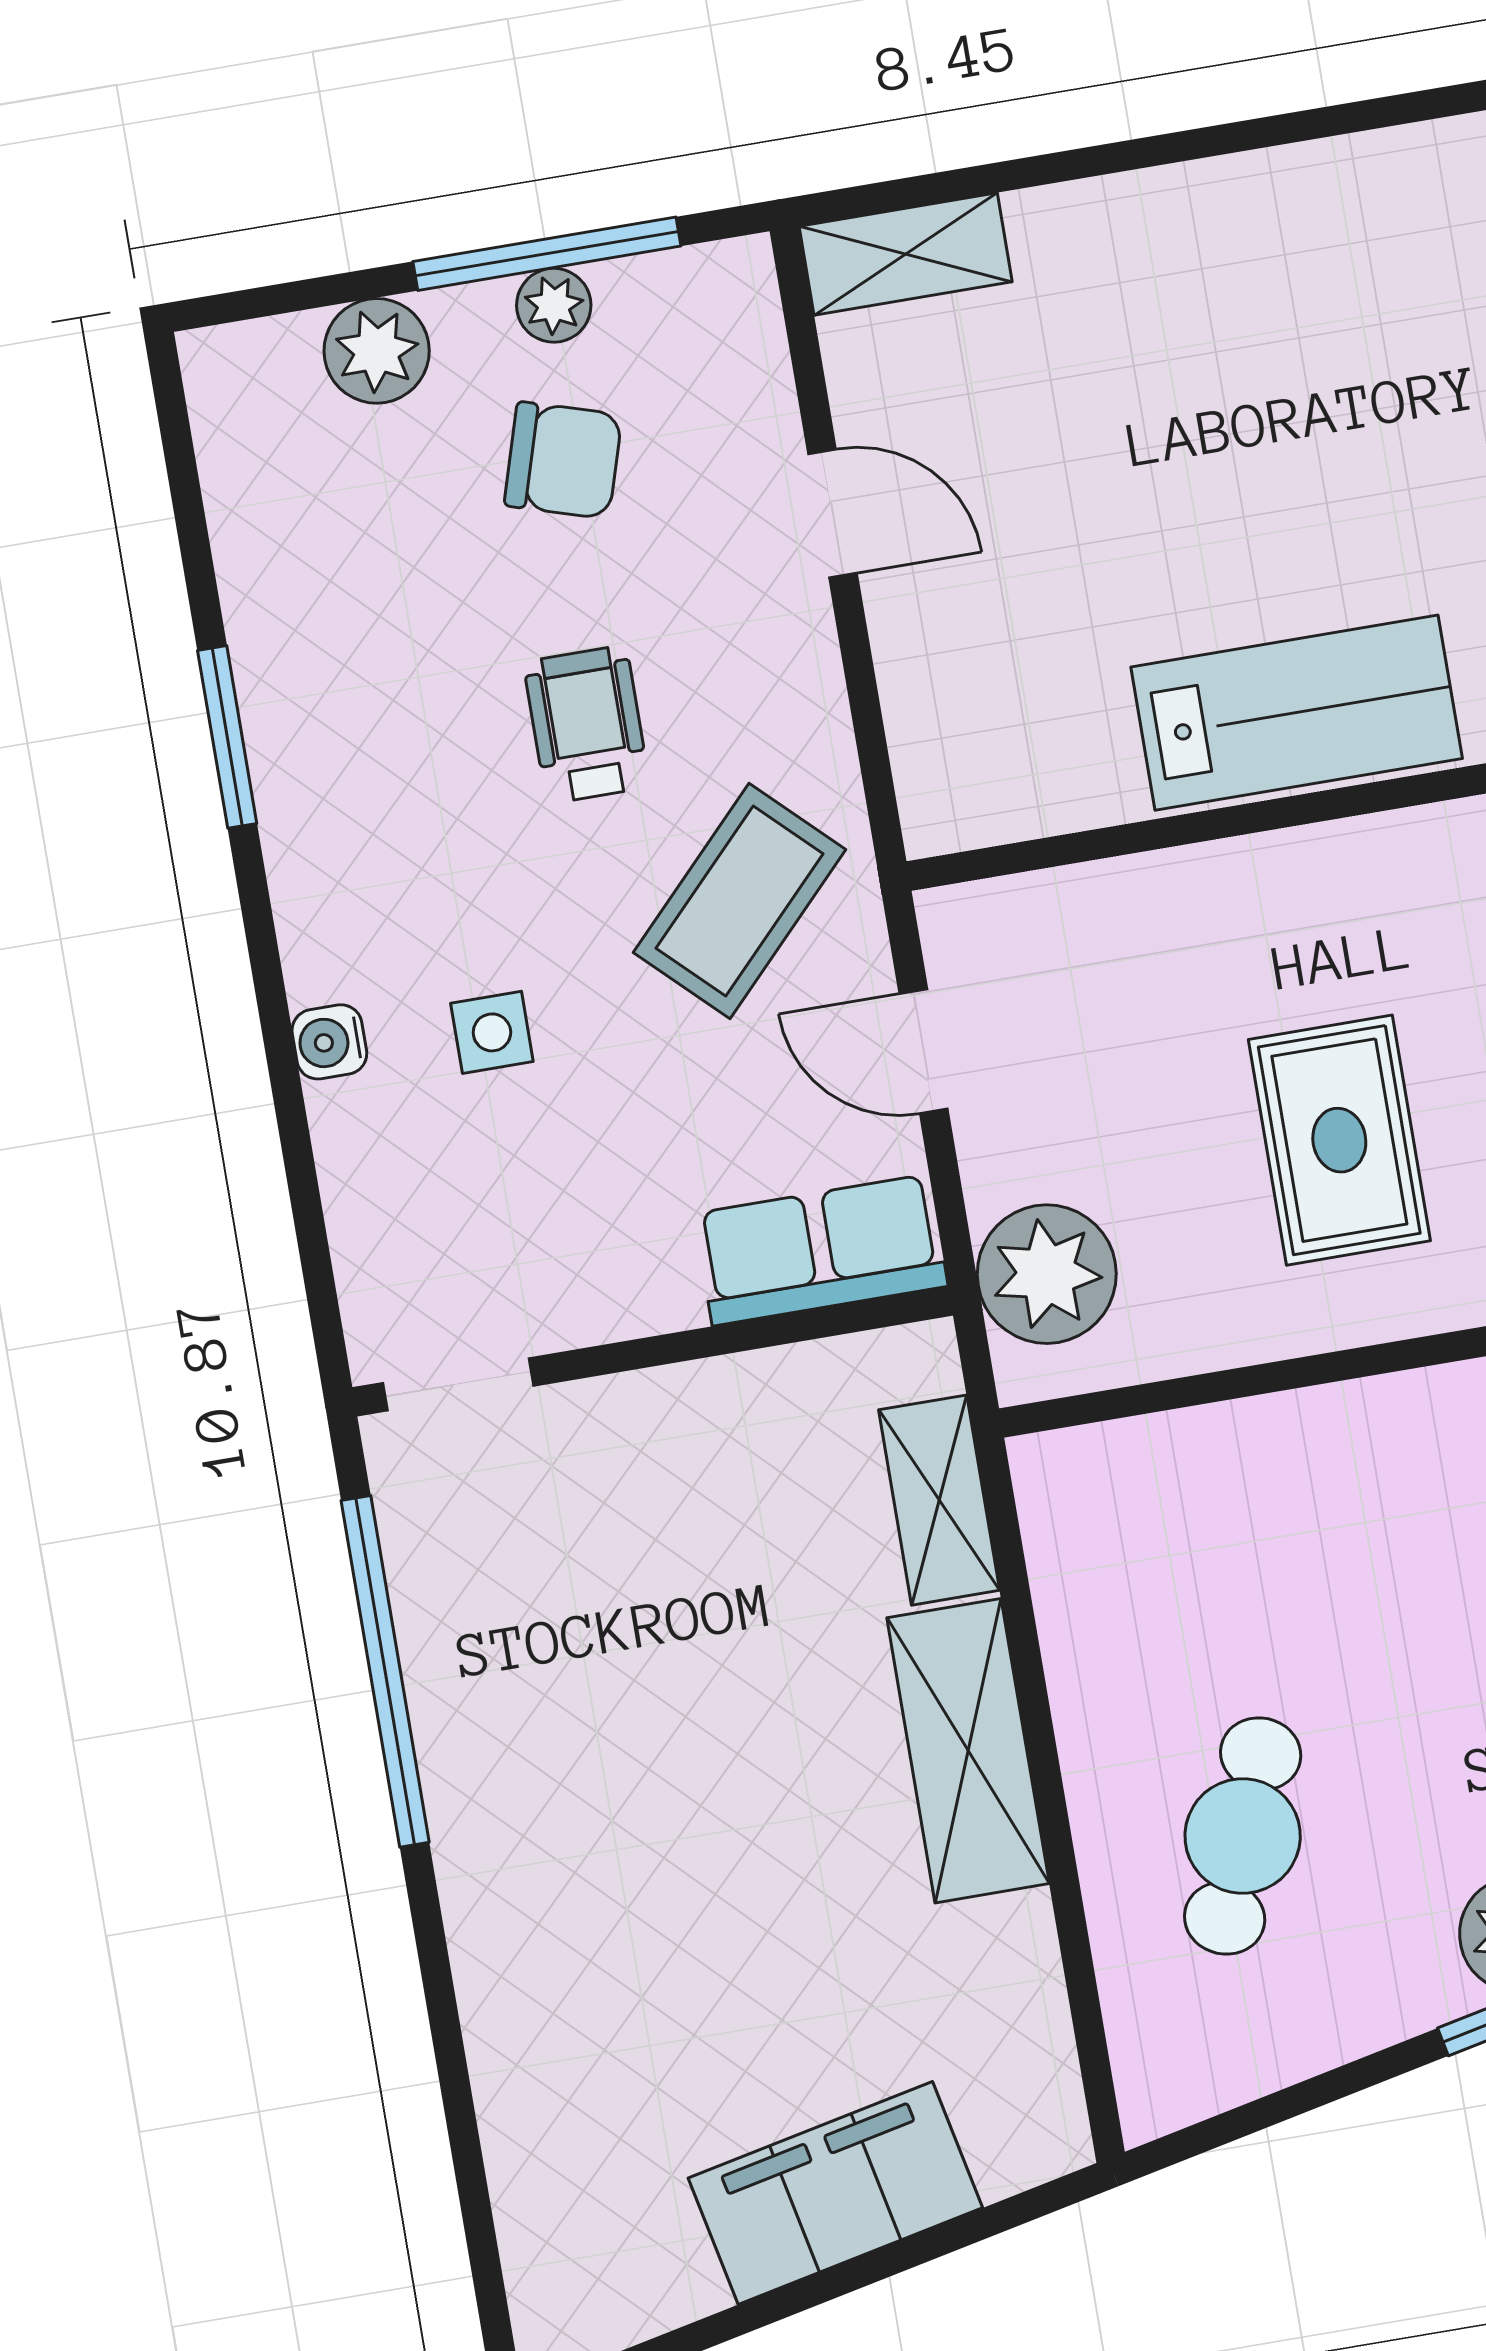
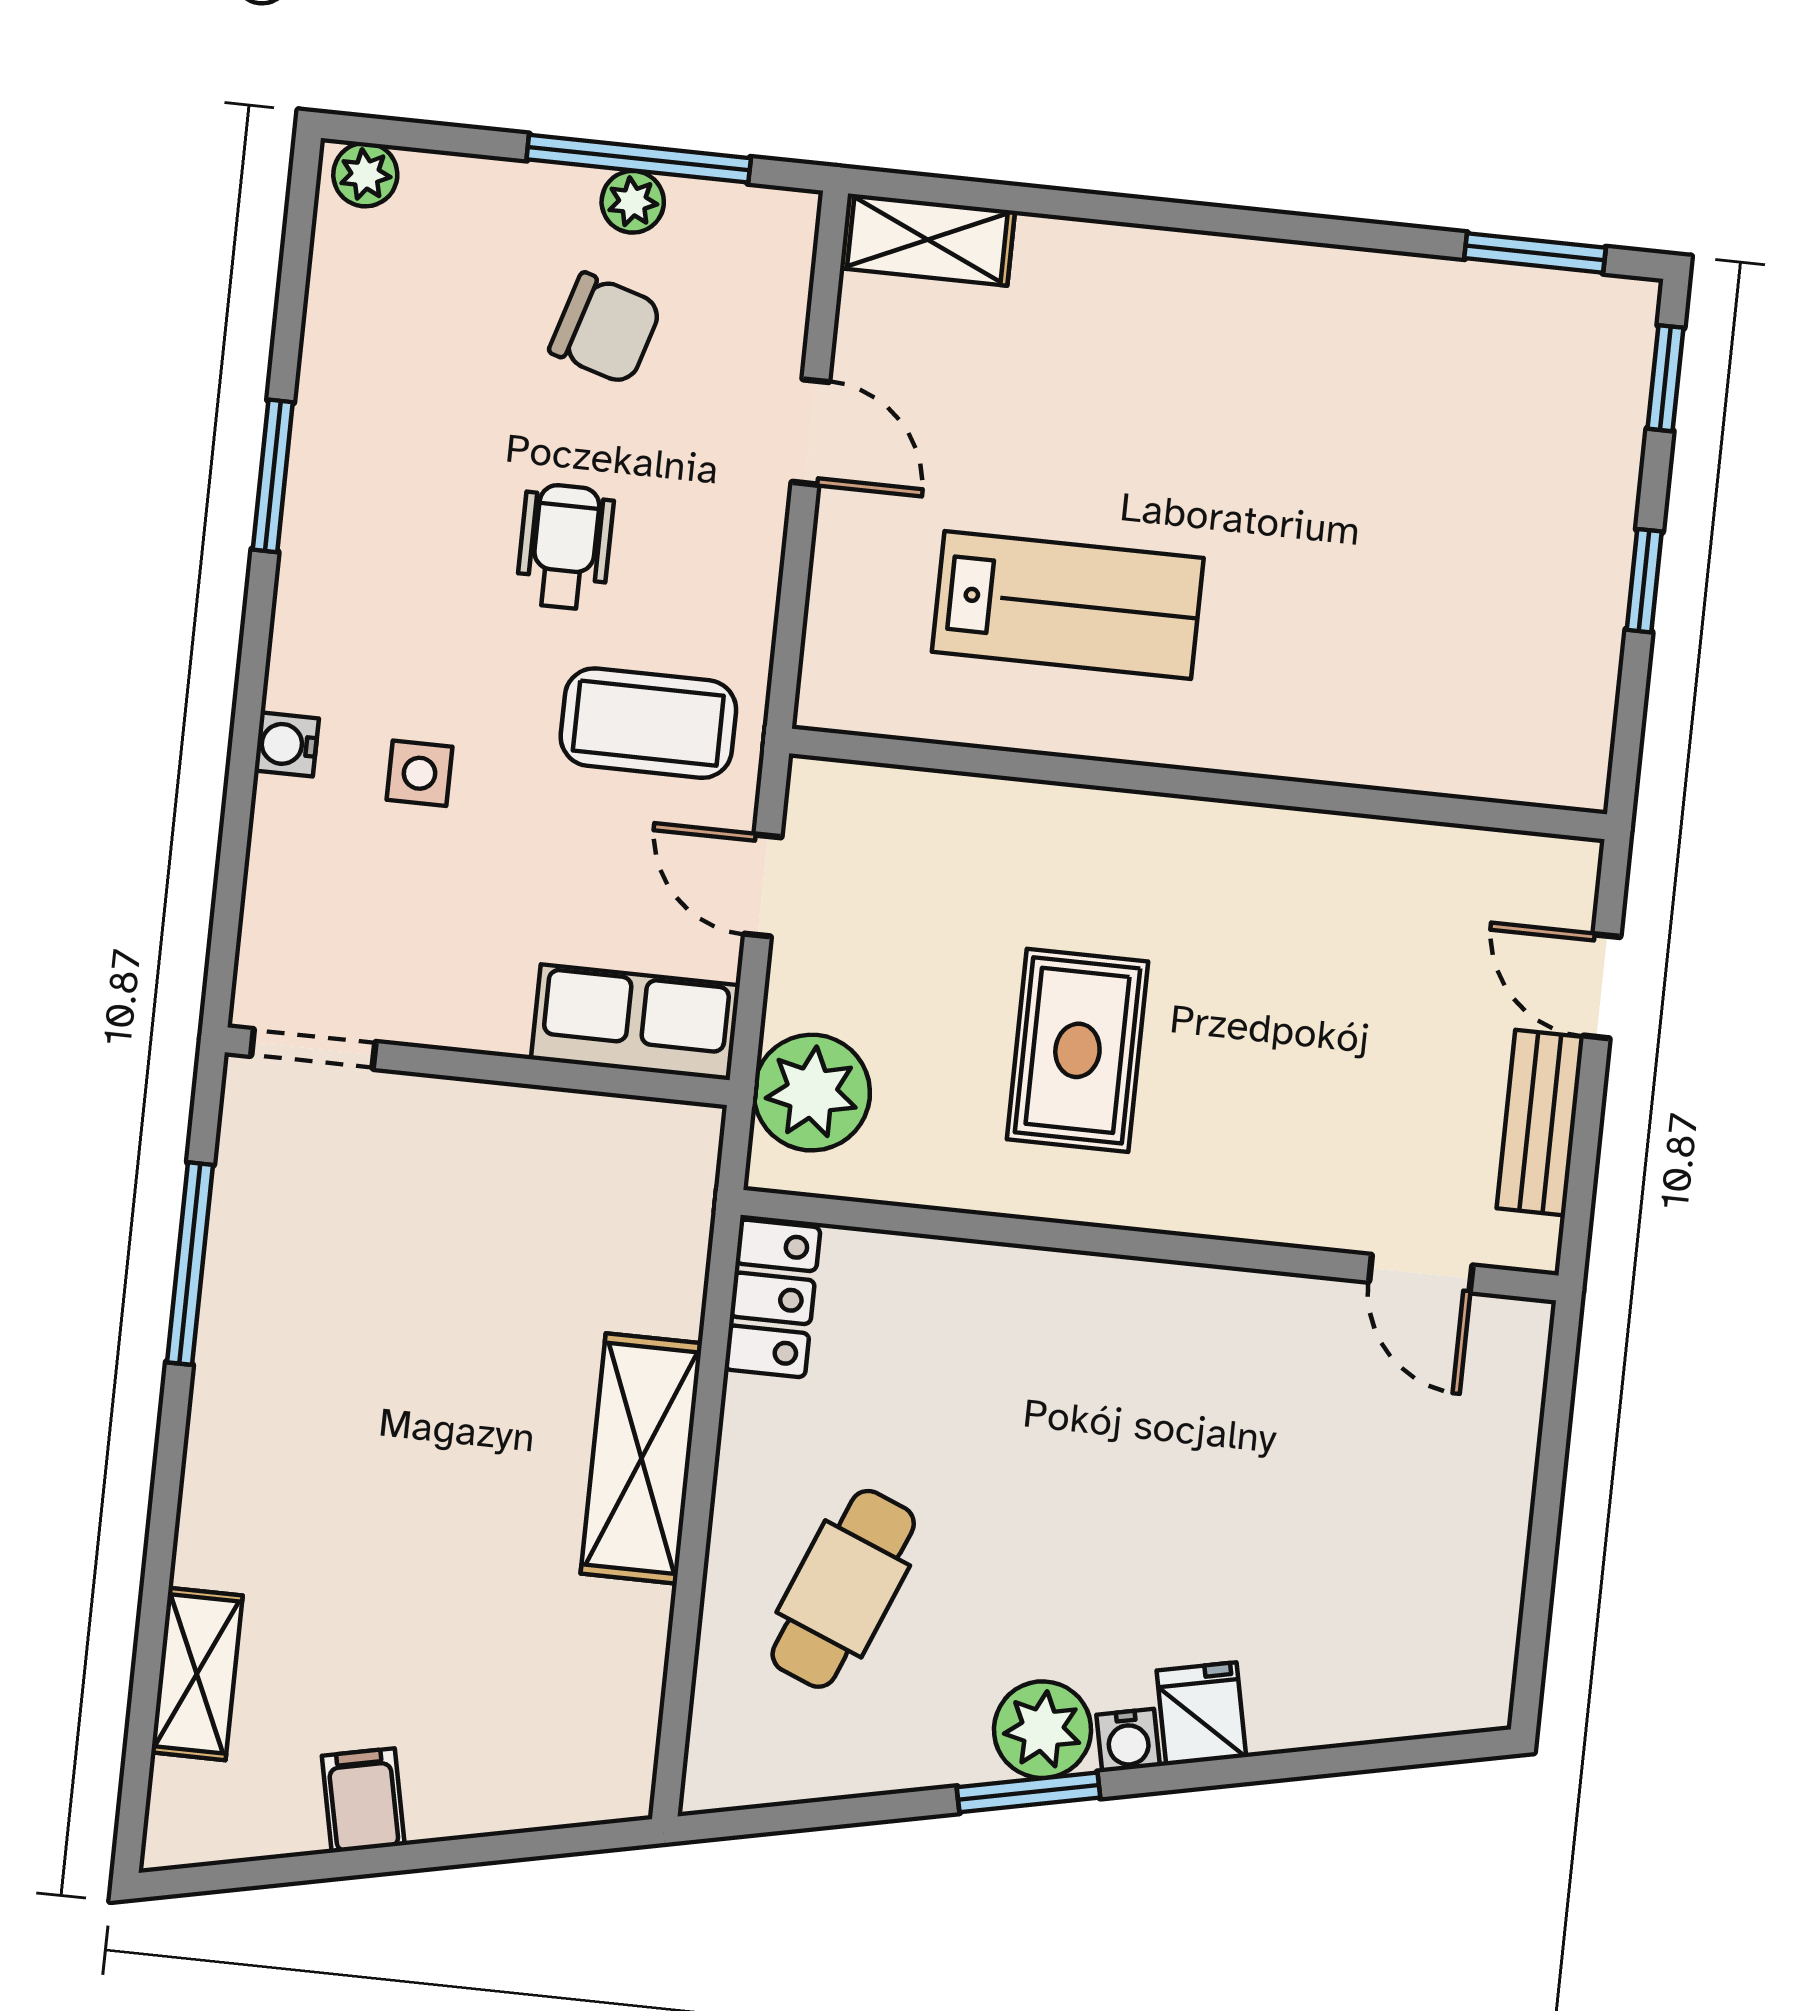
plant: (377, 351) -> (365, 175), moved, width x0.73, depth x0.73
lab bench: (1297, 713) -> (1068, 605), moved
coffee table: (740, 901) -> (648, 723), turned 46
shelving: (939, 1500) -> (197, 1674), moved
locker: (1068, 1524) -> (772, 1298), added
window: (385, 1671) -> (190, 1264), width x0.68
filing cabinet: (835, 2193) -> (363, 1800), width x0.33, depth x0.86

